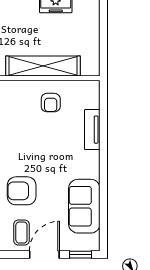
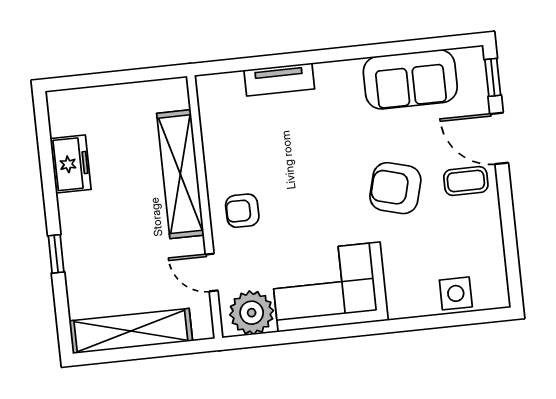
armchair: (51, 103) -> (242, 211), moved, turned 180
armchair: (22, 191) -> (395, 188), turned 105

